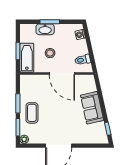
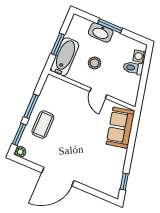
toilet: (83, 60) -> (133, 68), moved
door: (62, 73) -> (98, 93), width x0.53
sofa: (92, 108) -> (120, 128), moved

